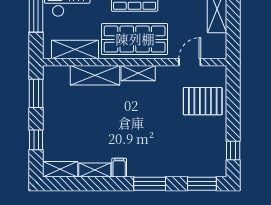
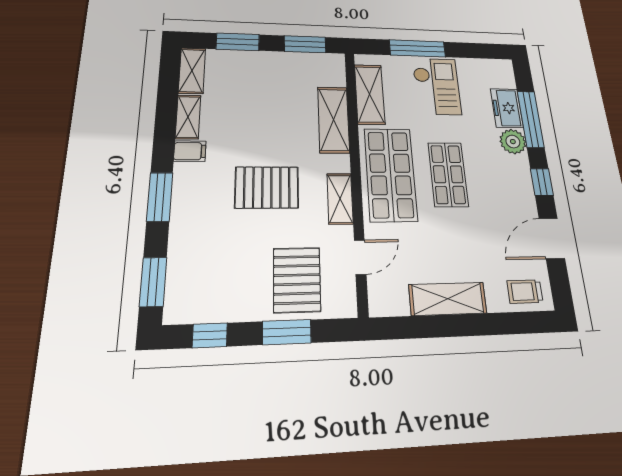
door: (190, 62) -> (360, 257), hinge flipped
shelving: (138, 73) -> (340, 199), moved
window: (233, 107) -> (287, 332), added
pallet: (144, 119) -> (267, 187), added
window: (36, 140) -> (238, 42), width x1.50

